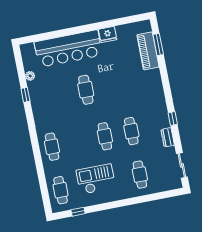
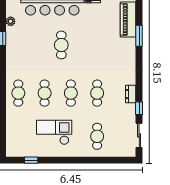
window: (158, 45) -> (139, 36), moved
window: (173, 119) -> (139, 108), moved
dresser: (168, 137) -> (131, 94), moved
cafe table: (61, 190) -> (45, 93), moved

